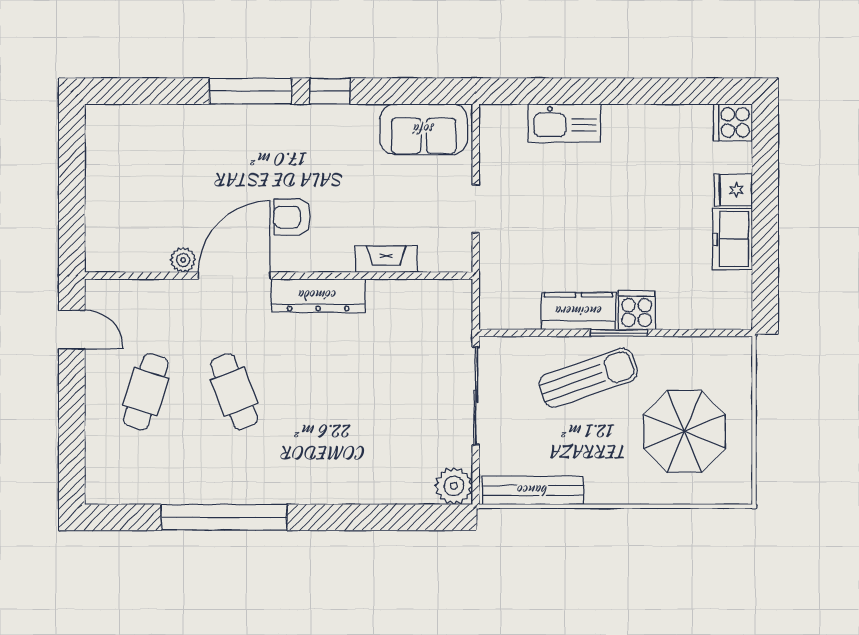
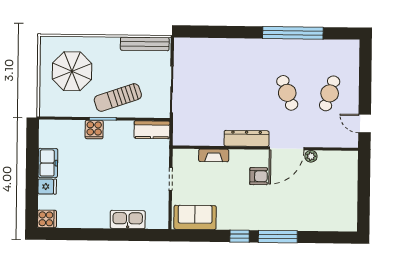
kitchen counter: (579, 311) -> (152, 130), moved
plant: (454, 486) -> (183, 46), removed

